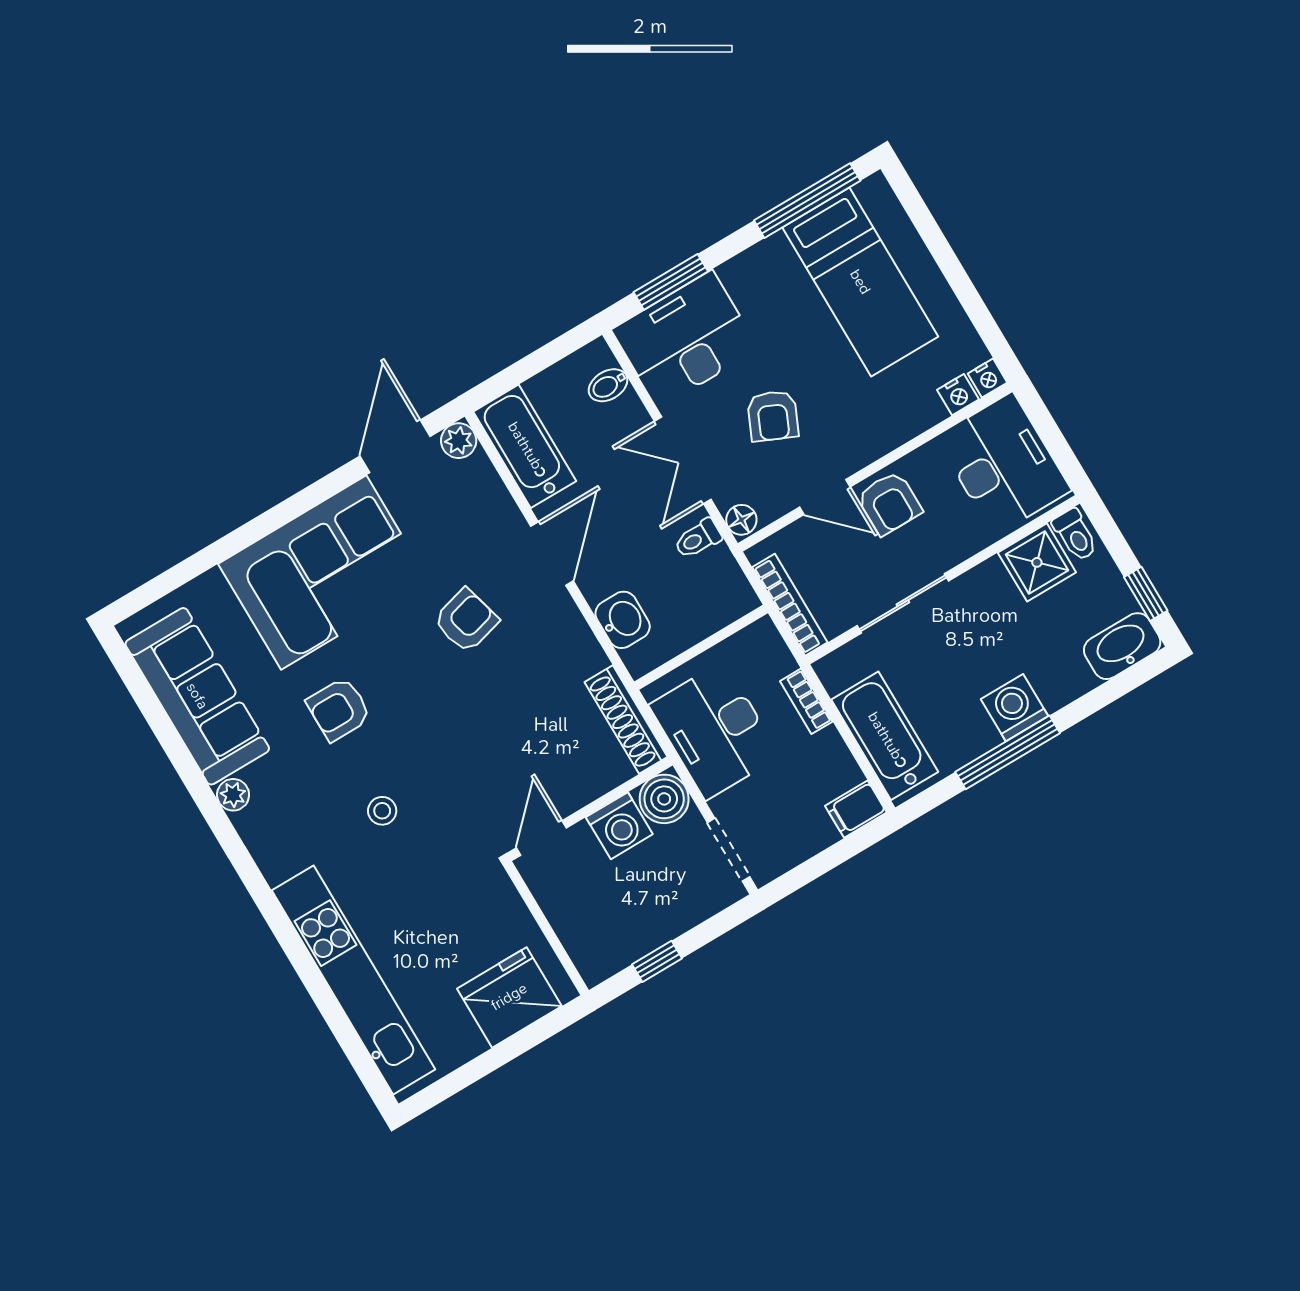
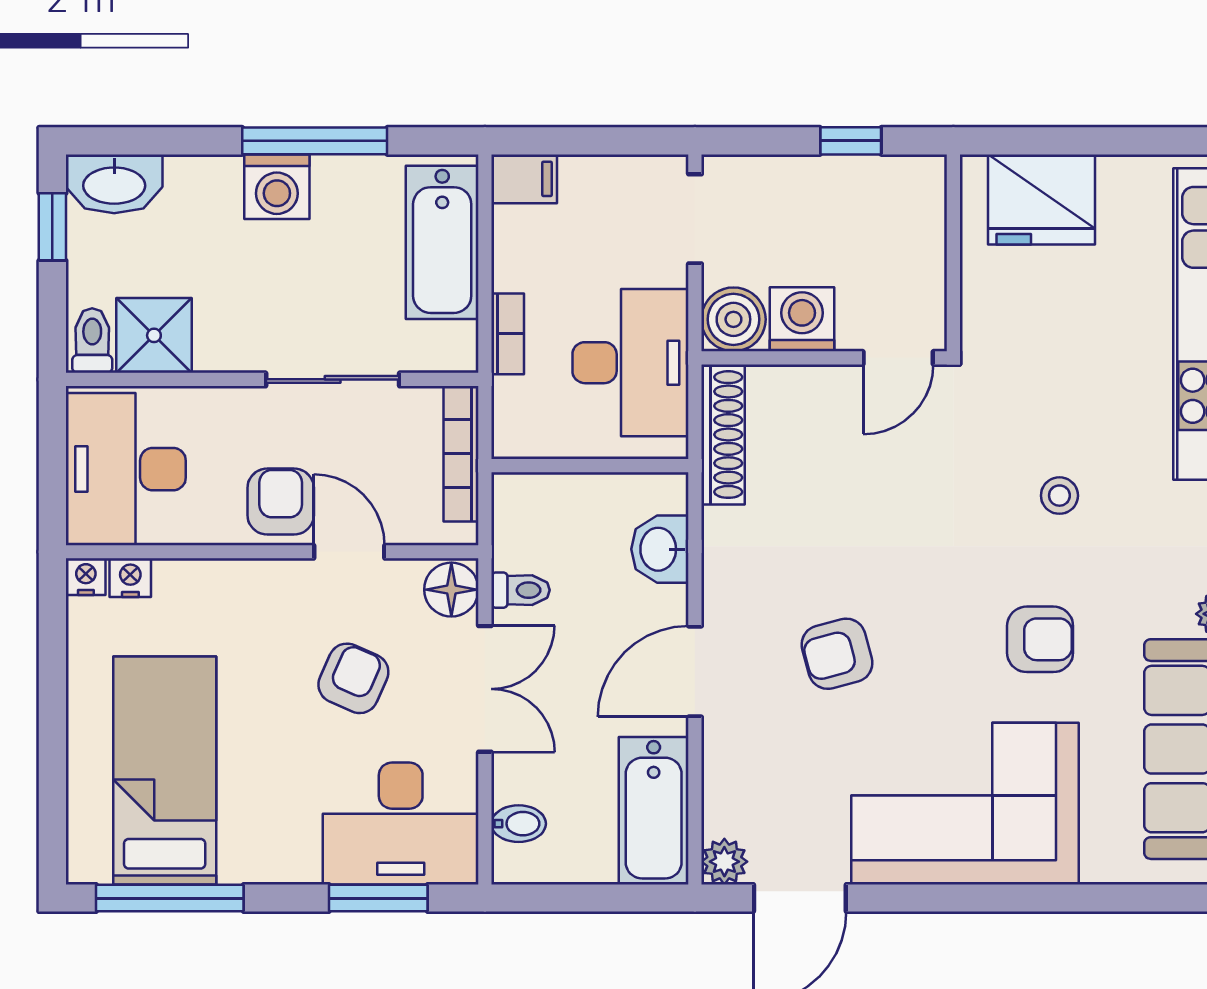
floor lamp: (741, 520) -> (451, 590), width x1.37, depth x1.37

